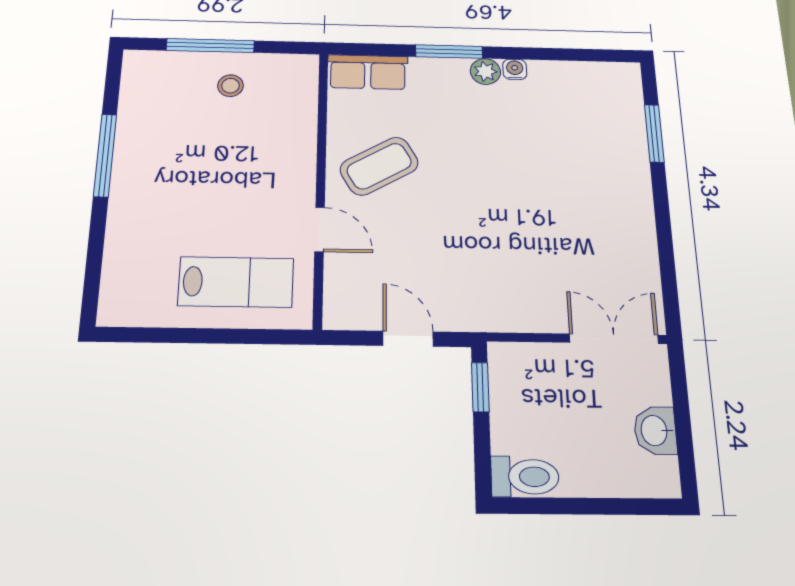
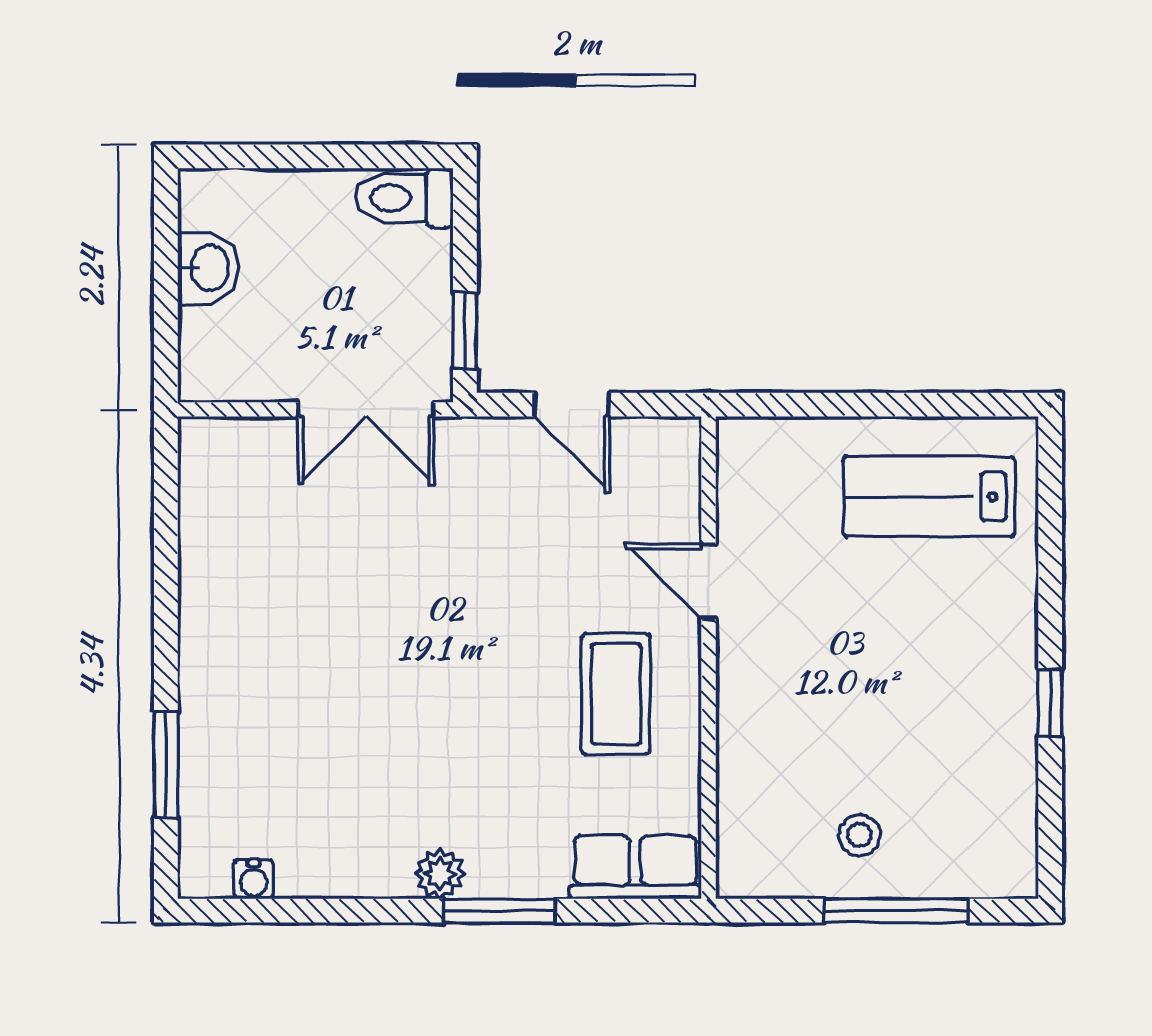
water cooler: (515, 69) -> (254, 879), moved
window: (105, 155) -> (1050, 703), width x0.46
coffee table: (379, 166) -> (616, 694), turned -60
lab bench: (236, 282) -> (929, 497), moved
double door: (614, 339) -> (366, 409), moved

